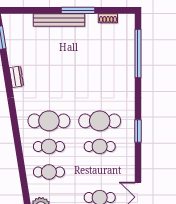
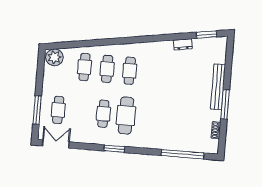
dresser: (16, 77) -> (183, 44), moved
cafe table: (49, 121) -> (130, 71), width x0.73, depth x0.74

